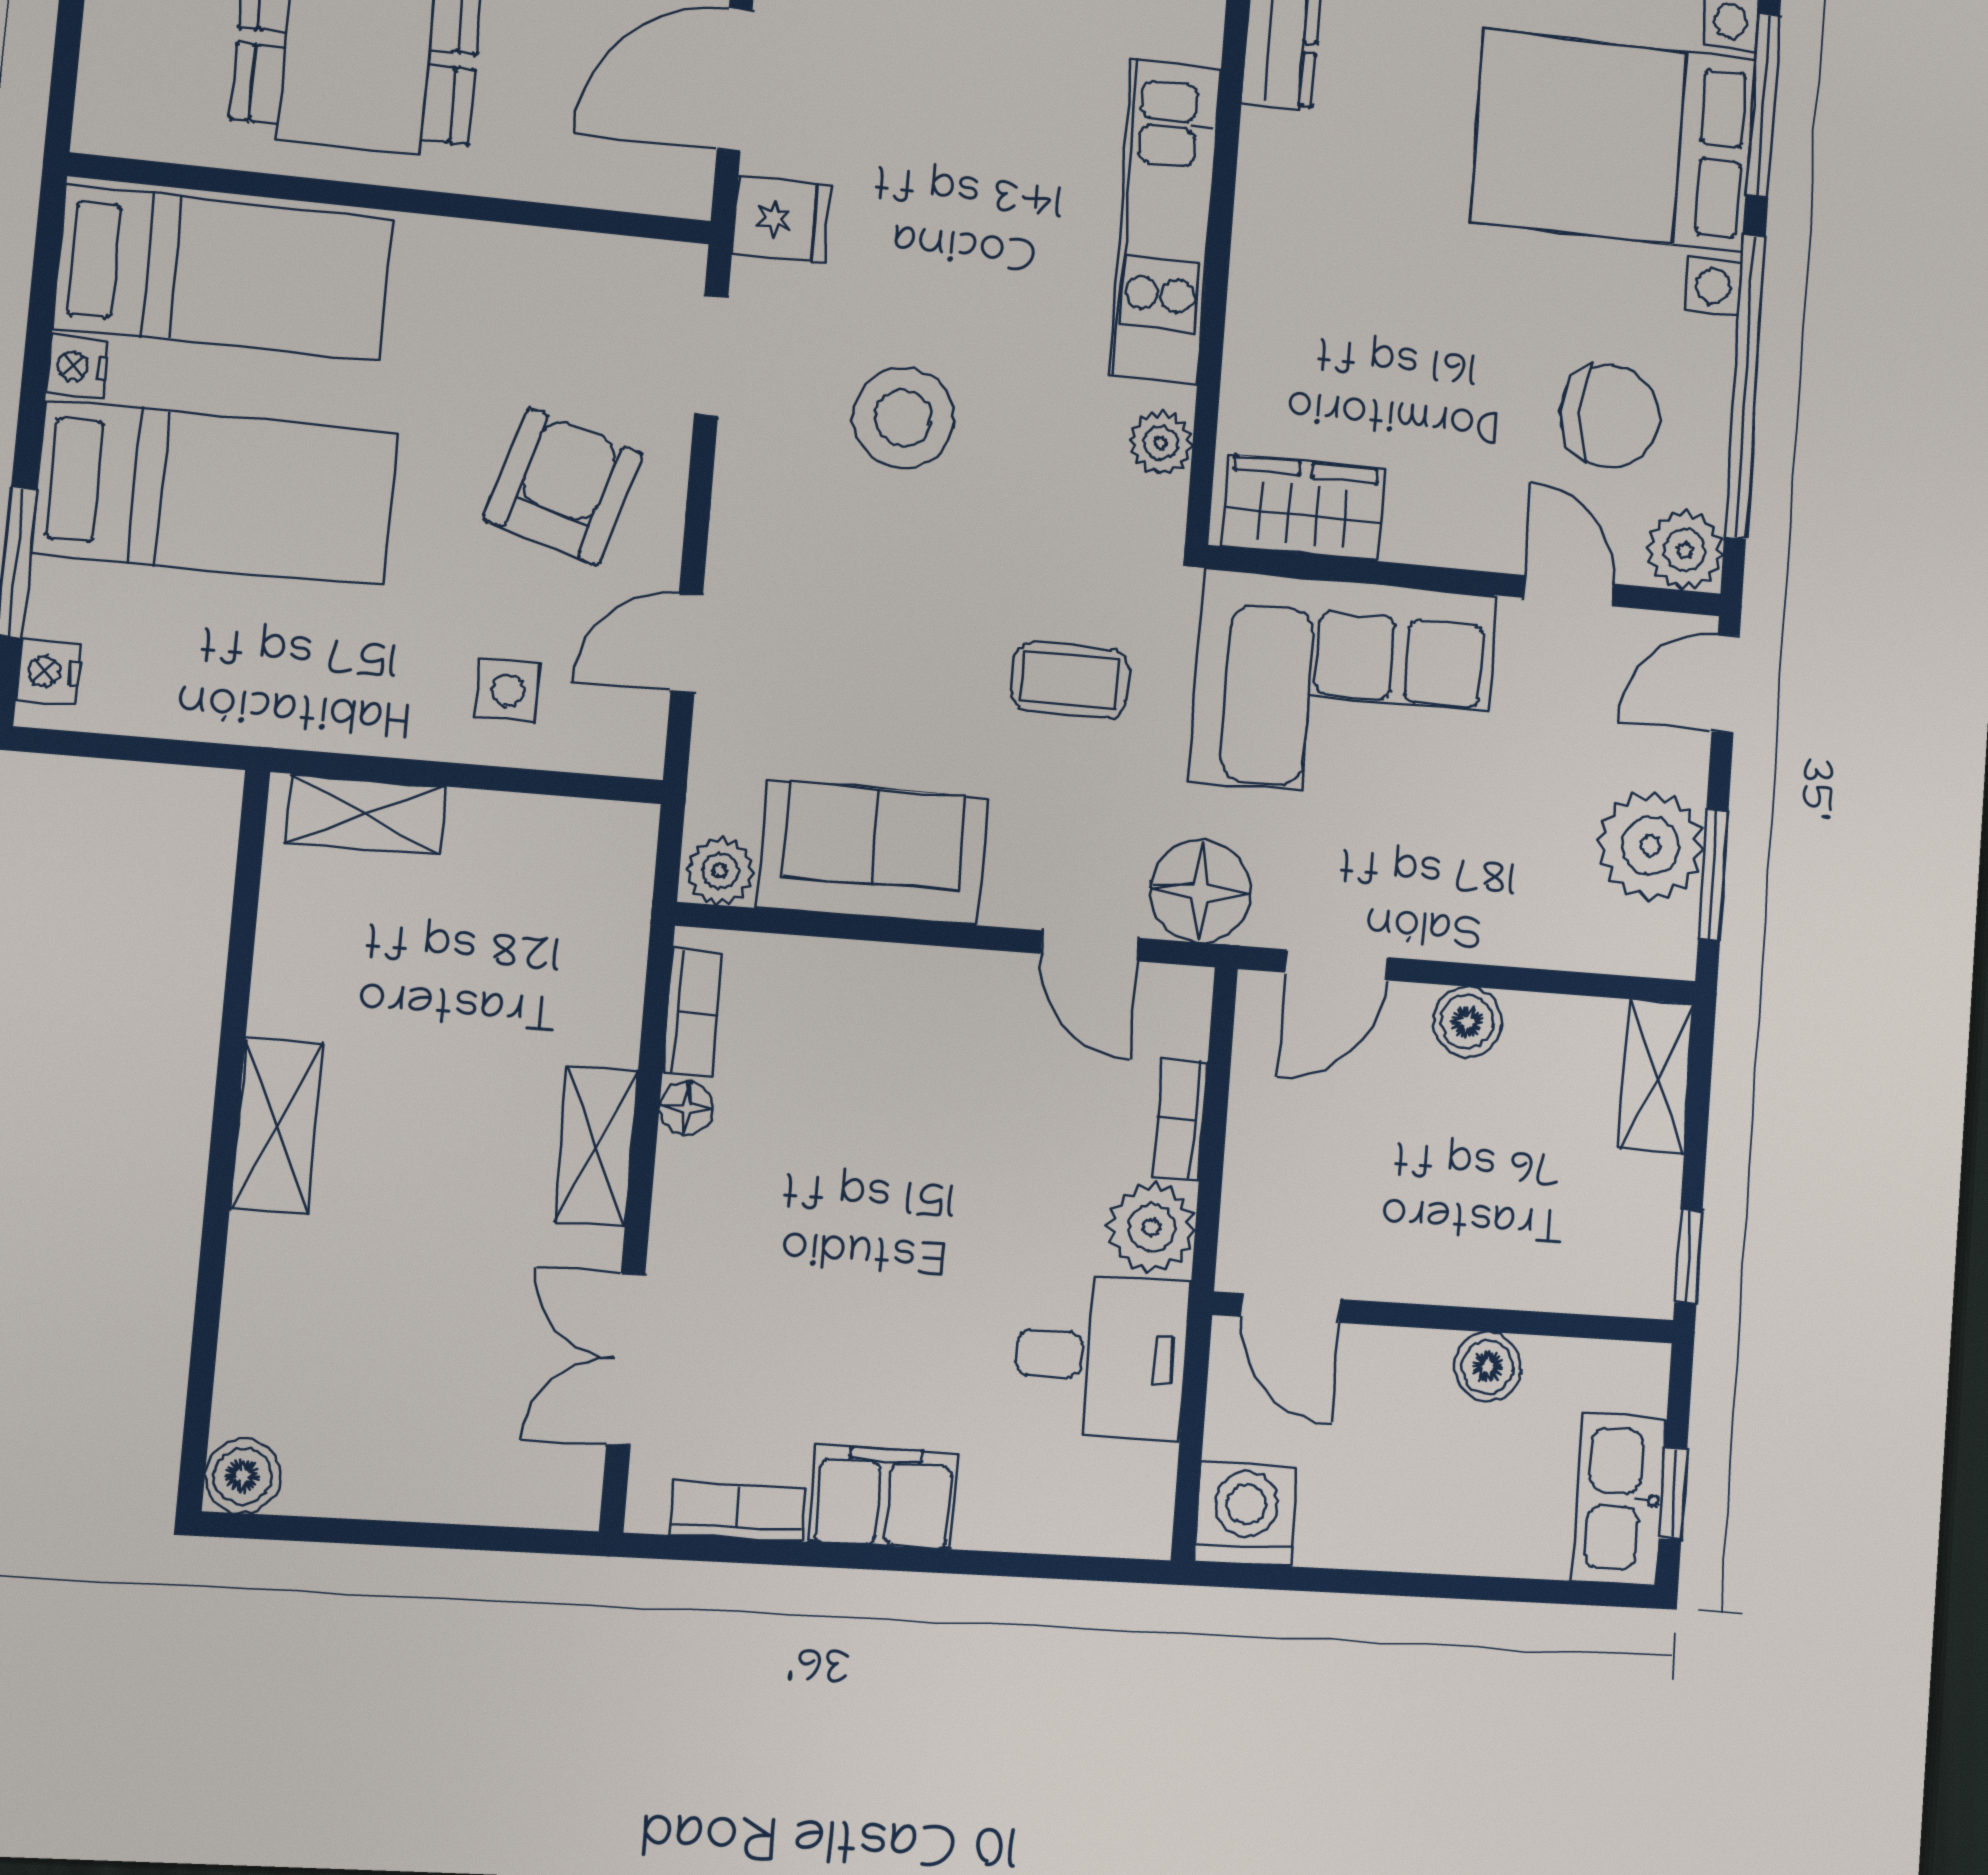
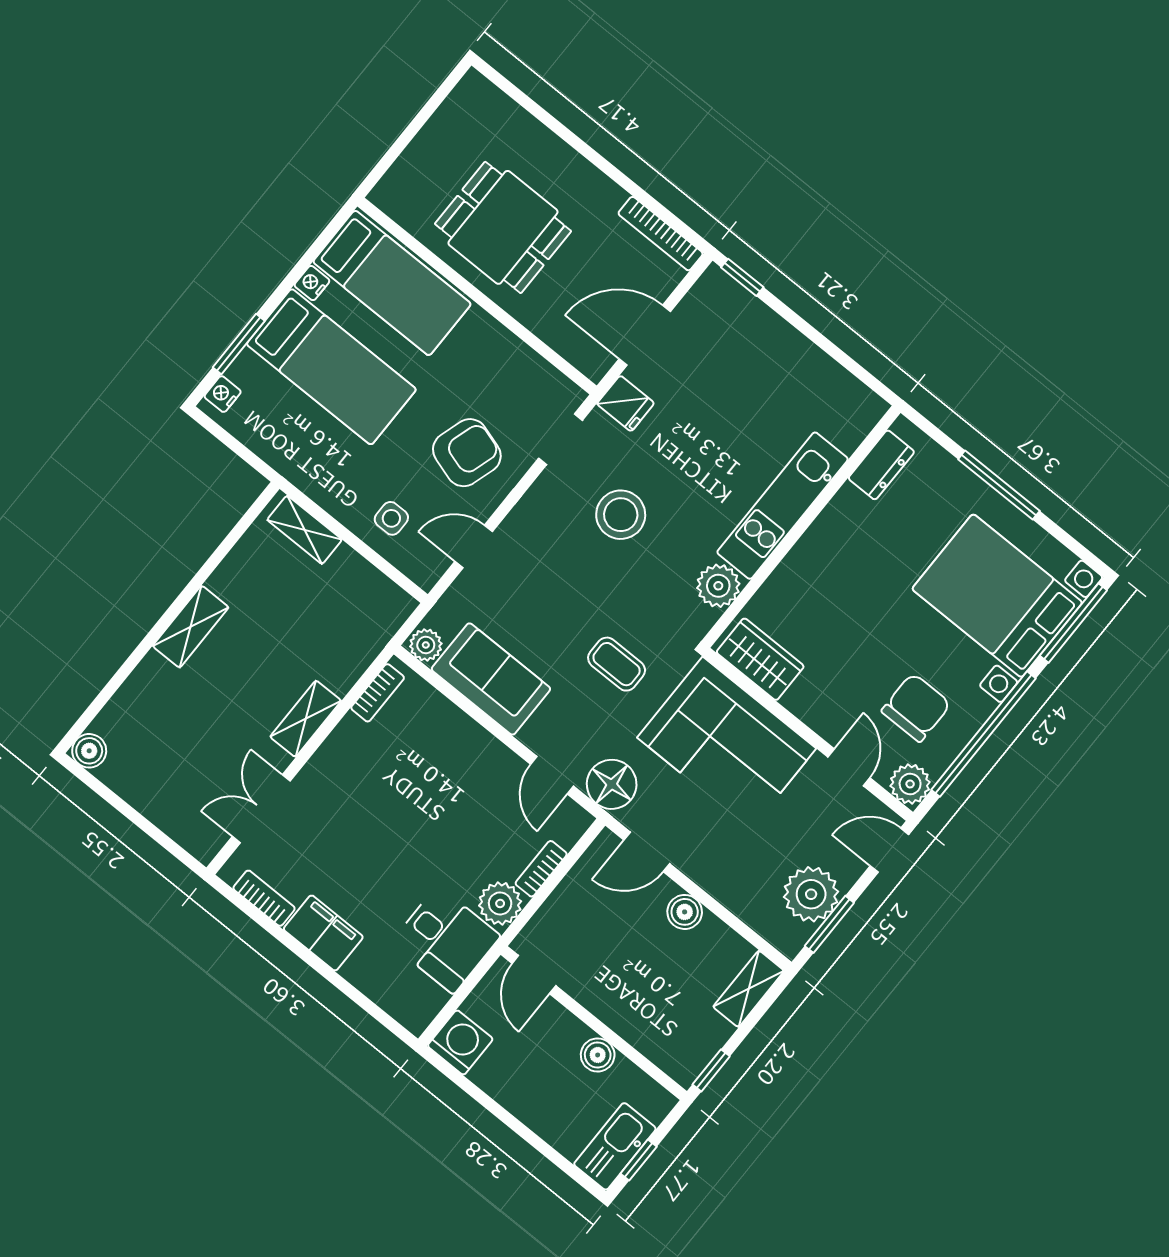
chair: (1609, 416) -> (916, 708), turned -90
plant: (1161, 443) -> (718, 586), width x1.38, depth x1.38
floor lamp: (686, 1108) -> (350, 728), removed

